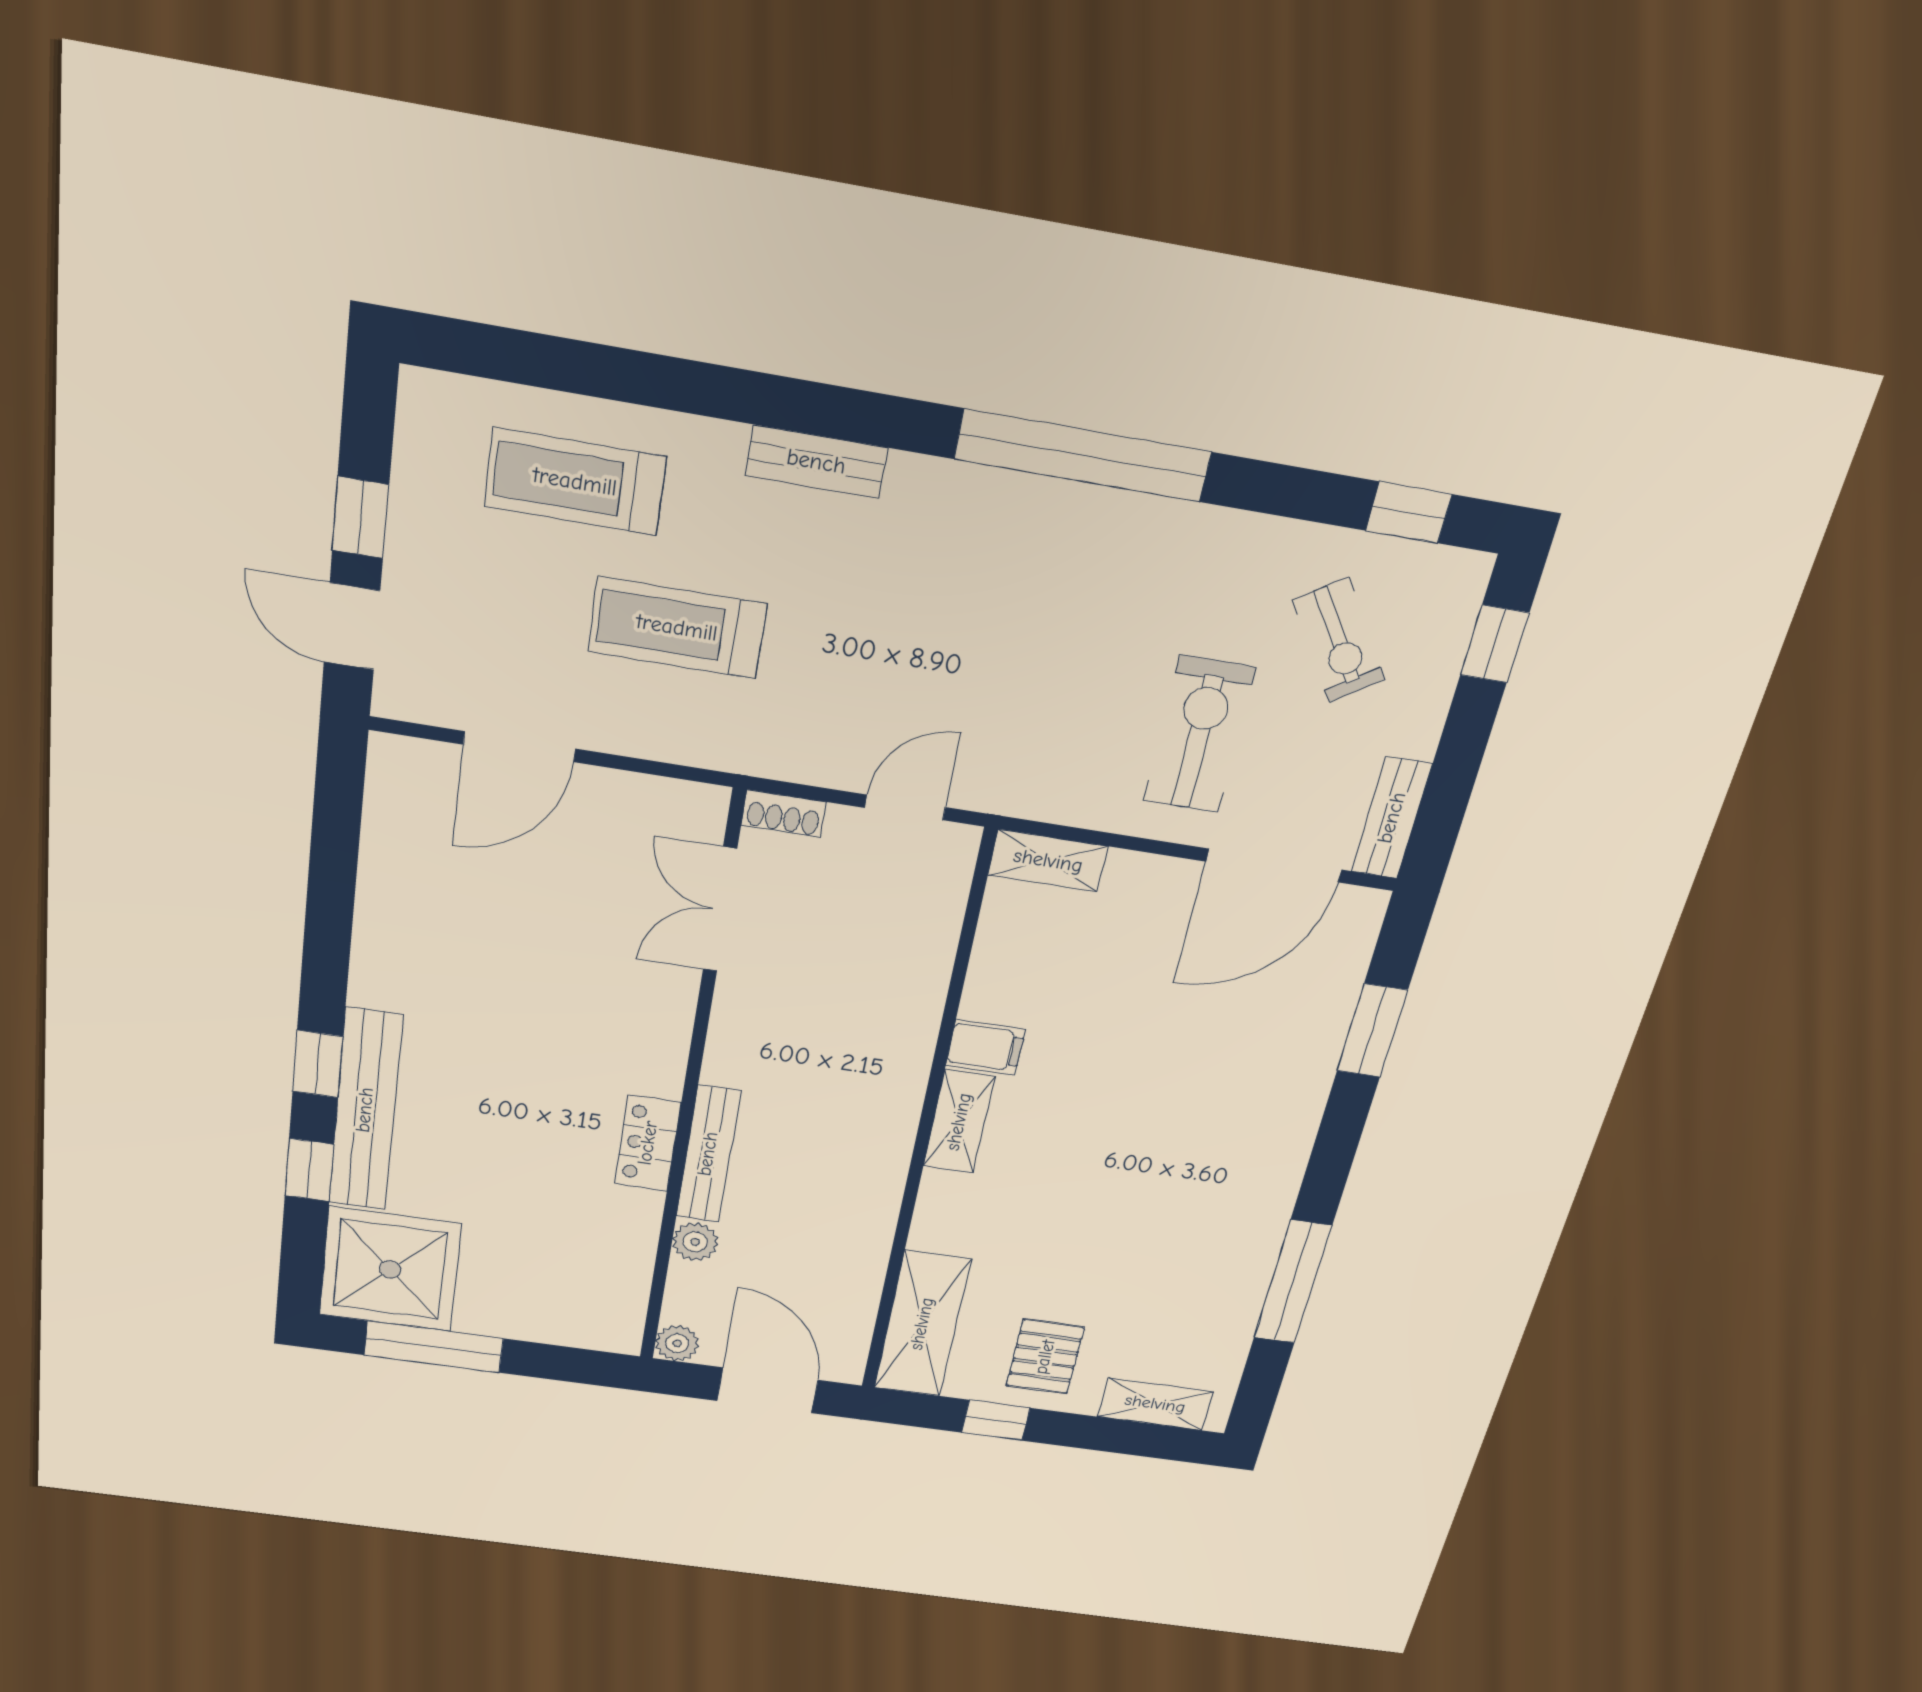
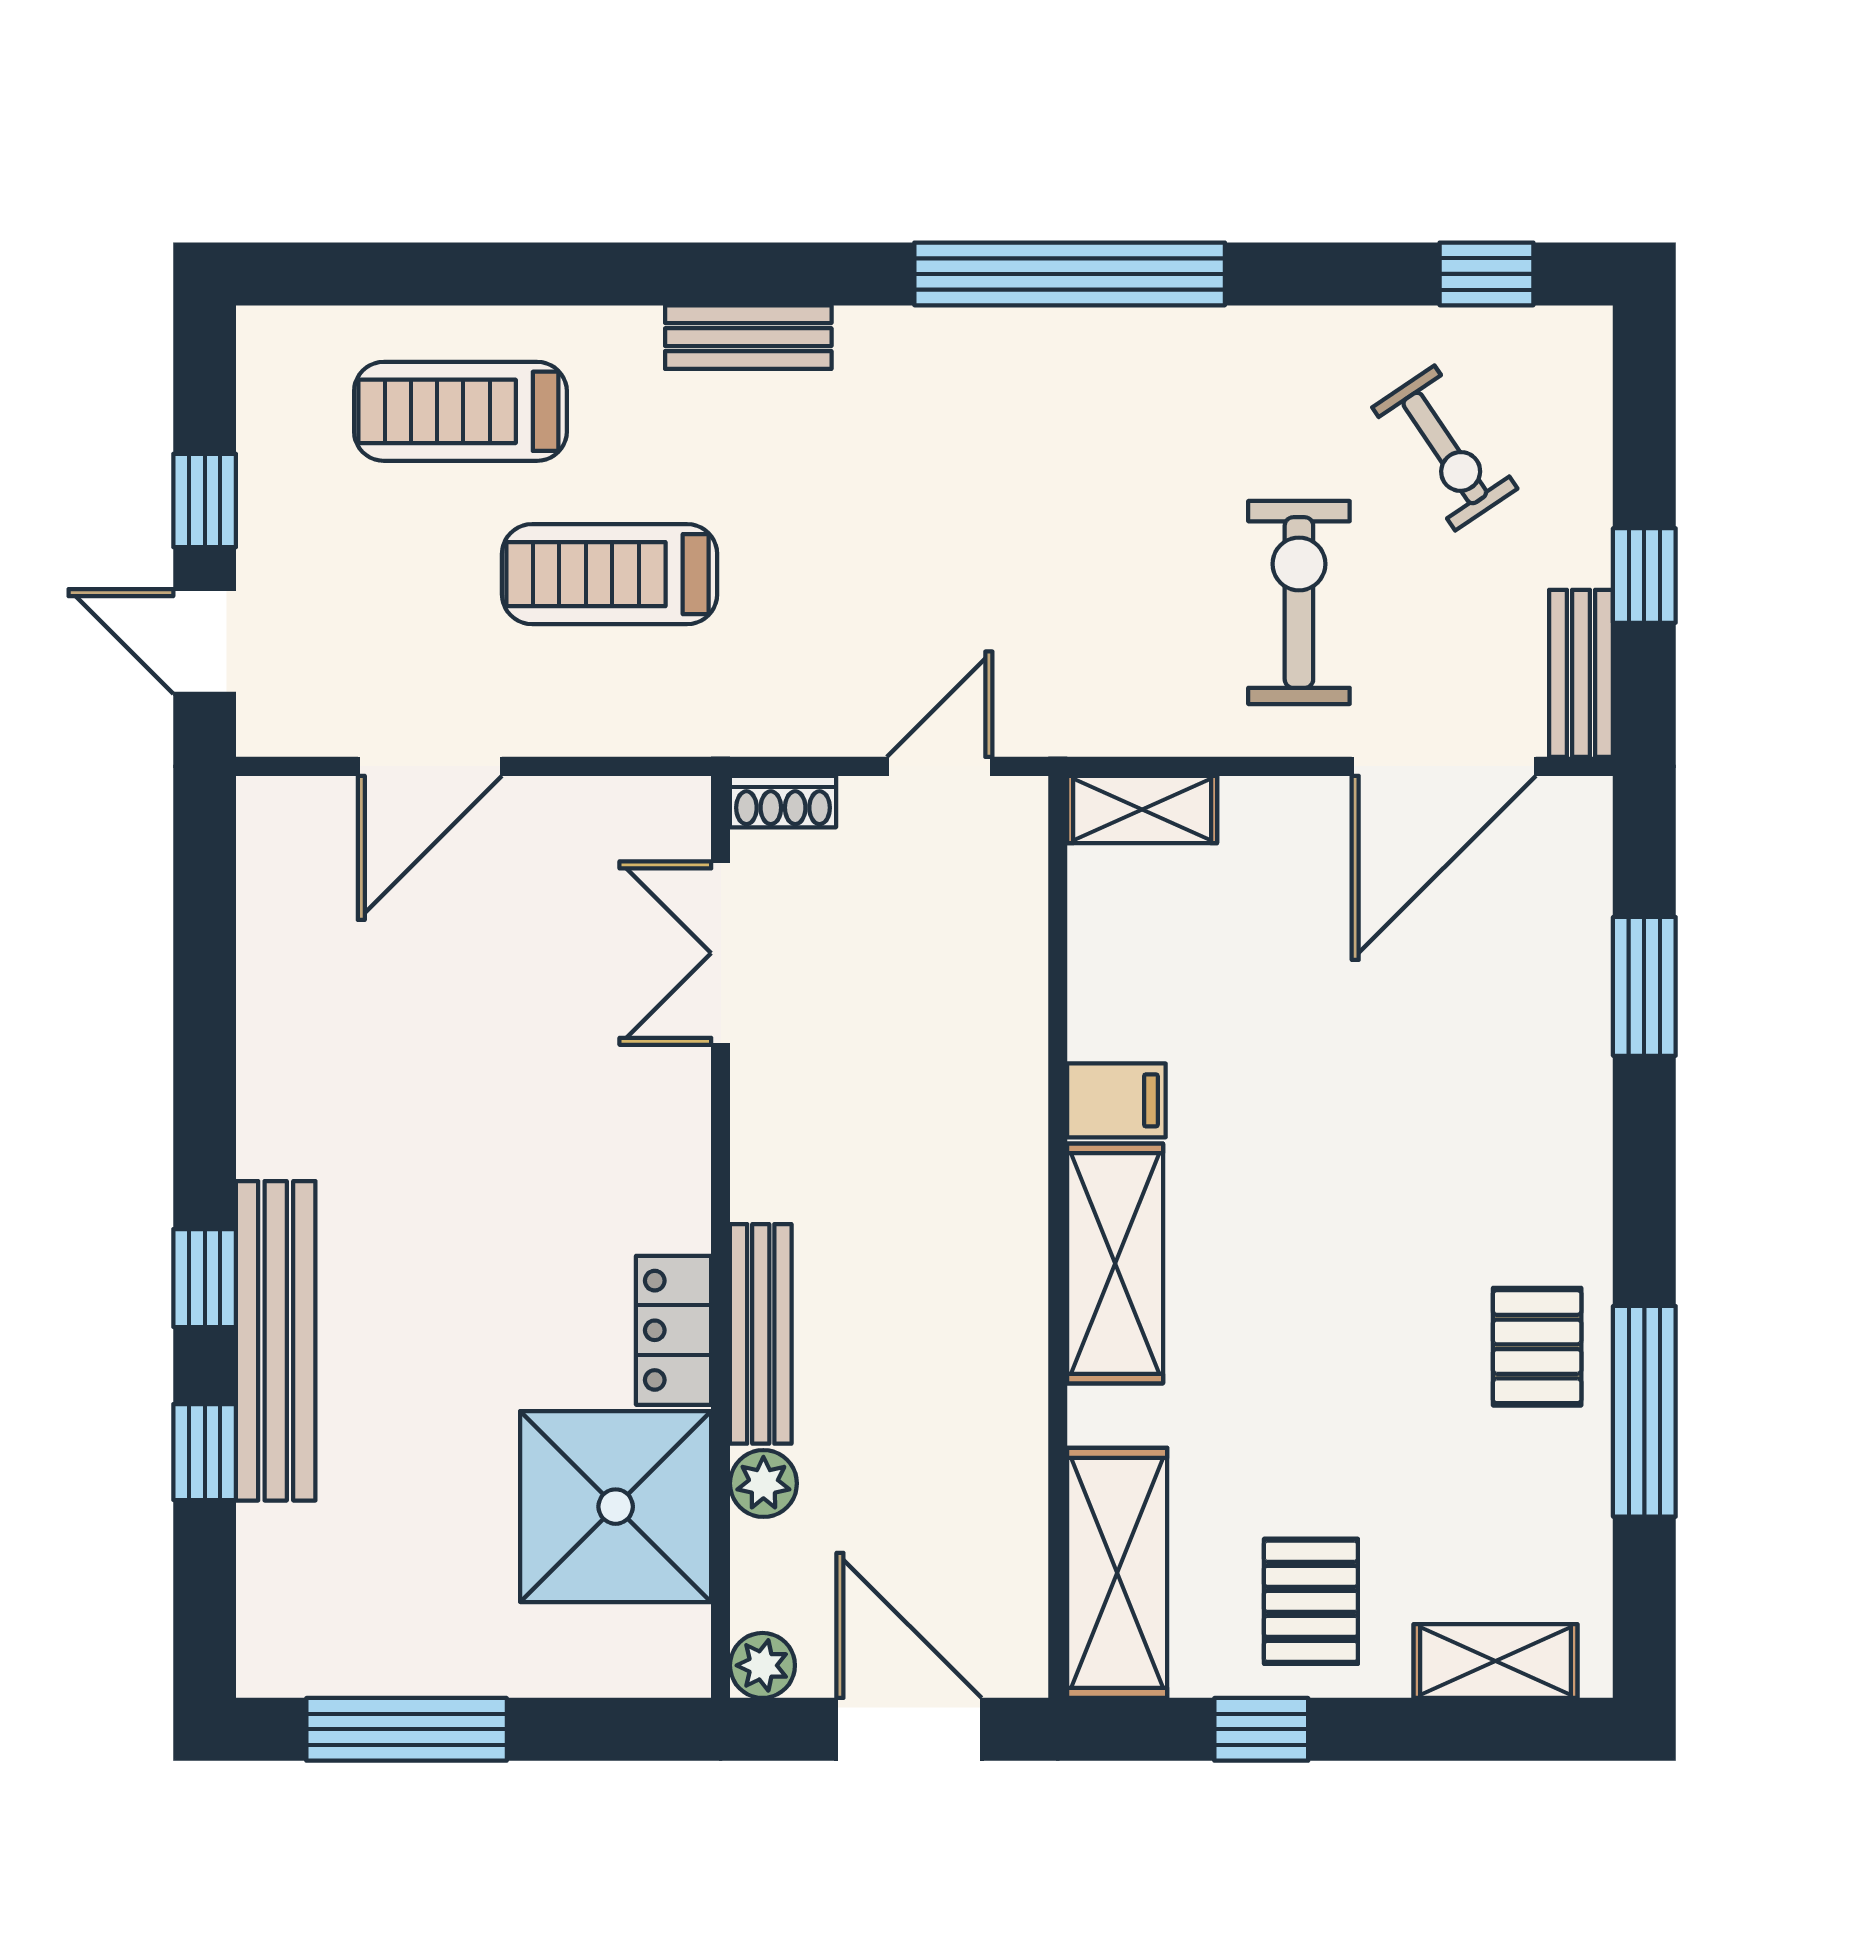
window: (1495, 644) -> (1644, 575), moved
shelving: (959, 1122) -> (1115, 1263), width x1.50, depth x1.33
pallet: (1233, 1236) -> (1537, 1347), added
shower: (390, 1269) -> (616, 1507), moved

